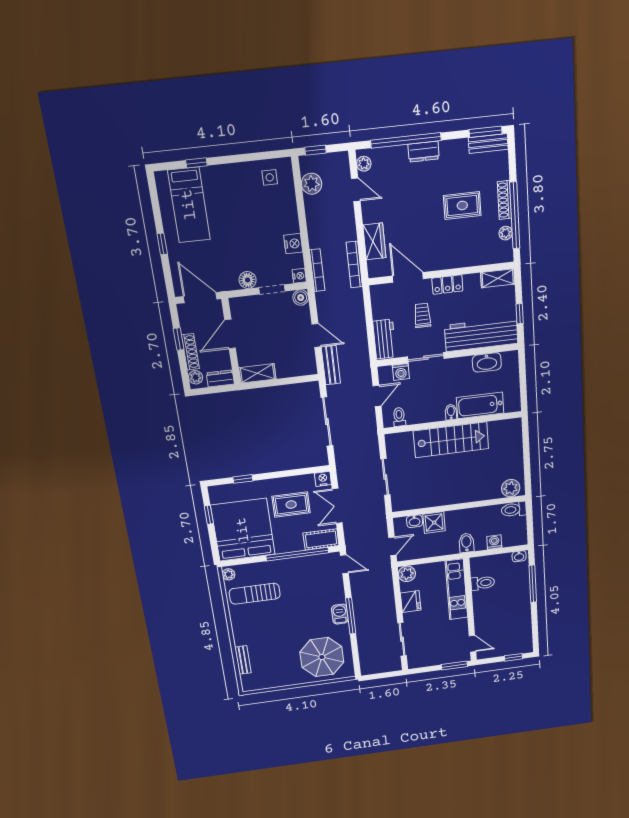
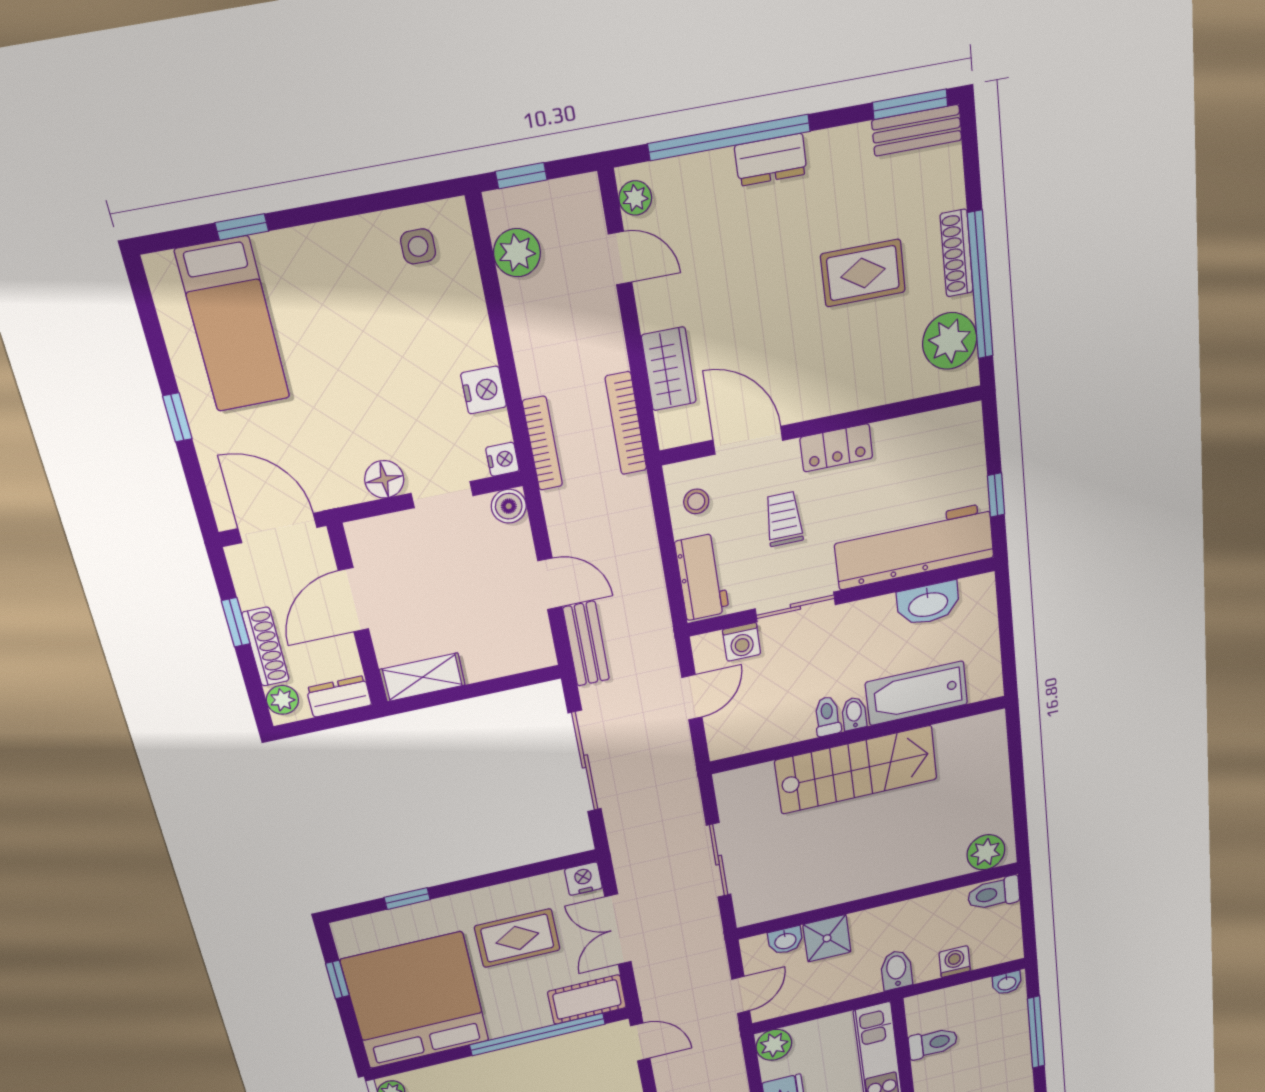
plant: (506, 233) -> (950, 341), width x1.88, depth x1.88
shelving: (498, 278) -> (947, 424), removed
stool: (383, 303) -> (696, 501), added
toilet: (399, 417) -> (827, 716), moved

